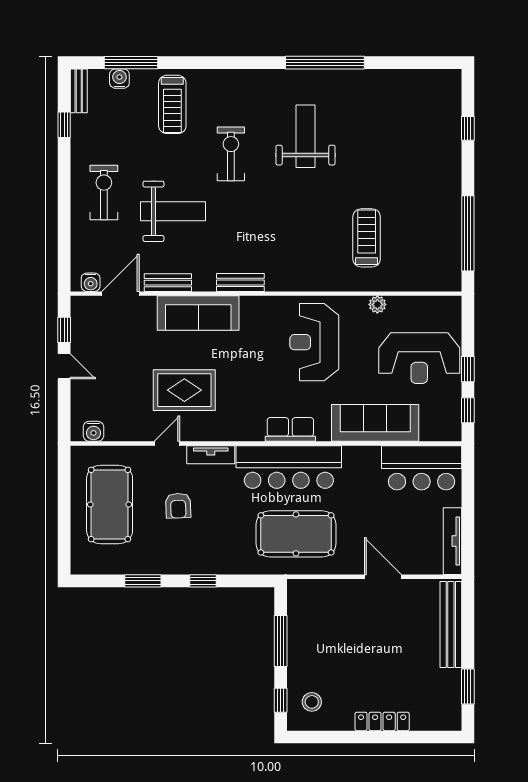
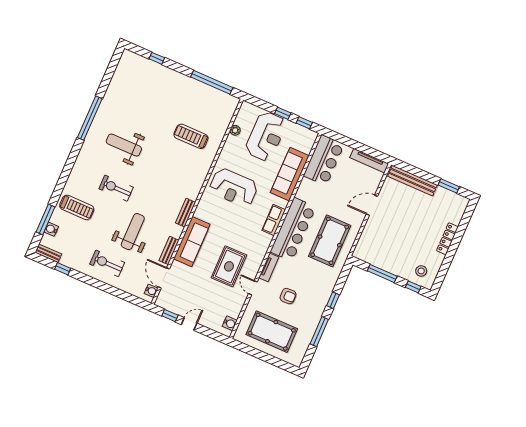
plant: (377, 304) -> (235, 130), moved
window: (143, 581) -> (319, 332), width x1.44

